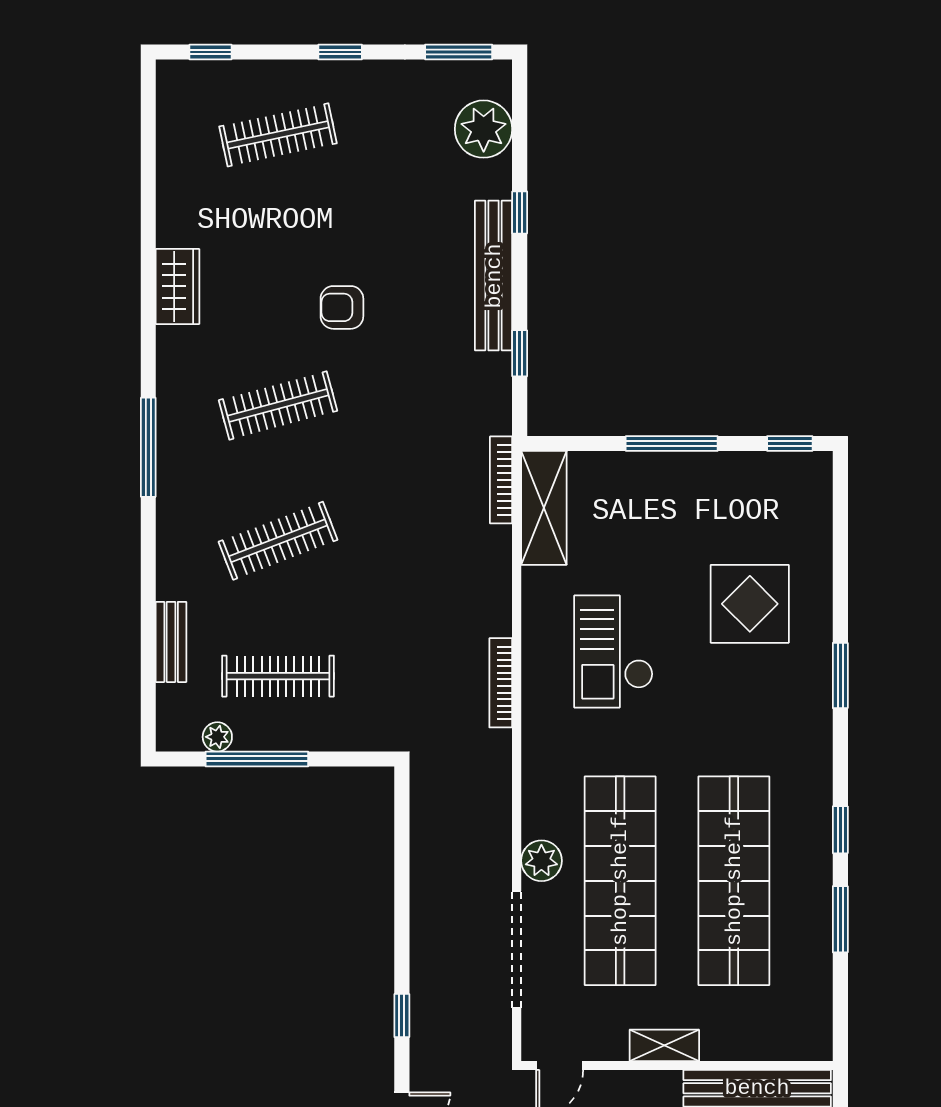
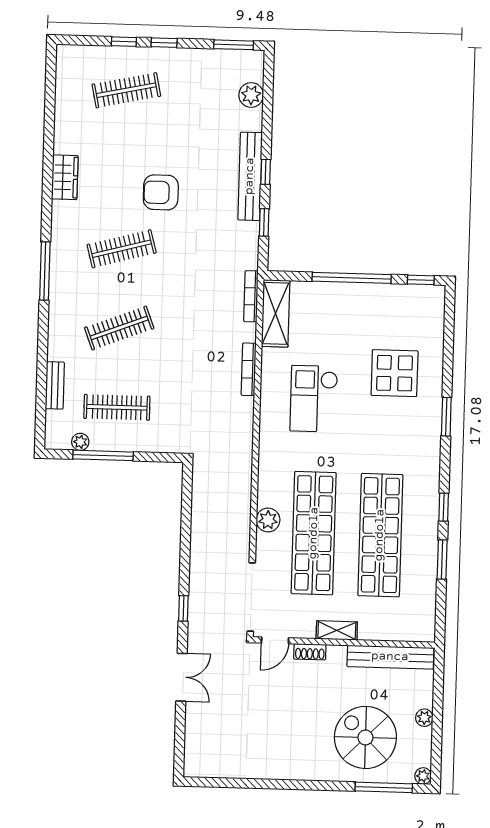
window: (211, 52) -> (124, 42), moved
plant: (484, 129) -> (251, 95), width x0.73, depth x0.73
window: (520, 212) -> (266, 172), moved
armchair: (342, 307) -> (161, 192), width x1.38, depth x1.38
window: (672, 444) -> (352, 278), width x1.46
bookcase: (501, 683) -> (249, 369), moved
doorway: (517, 950) -> (251, 597), moved
shoe rack: (619, 1083) -> (310, 652), added

